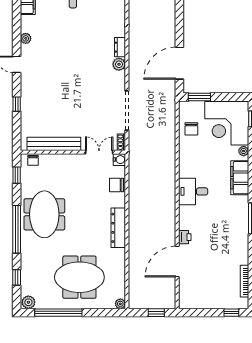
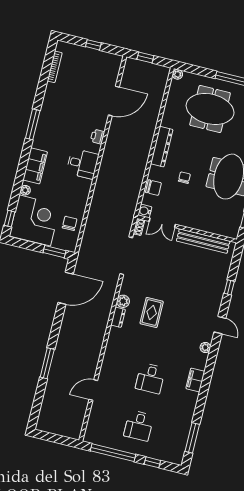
rug: (88, 60) -> (152, 312), added
chair: (33, 160) -> (184, 178), moved
printer: (185, 237) -> (97, 137), moved
window: (231, 313) -> (93, 45), moved

